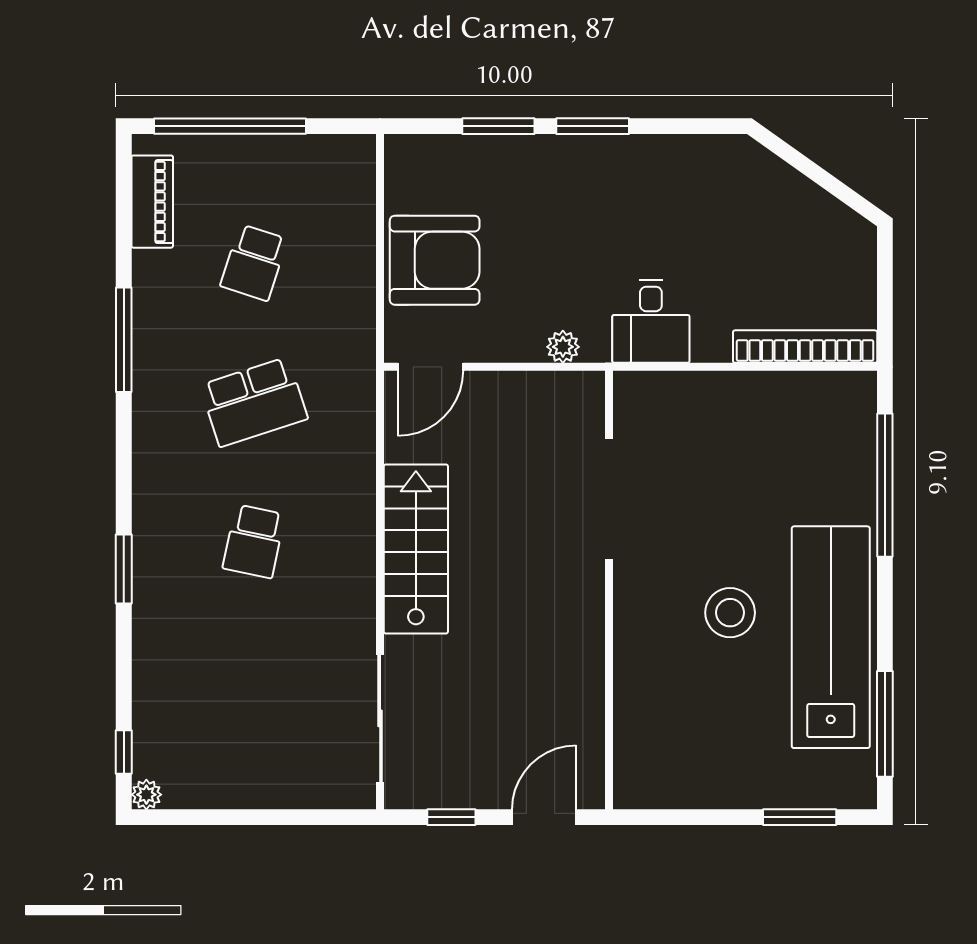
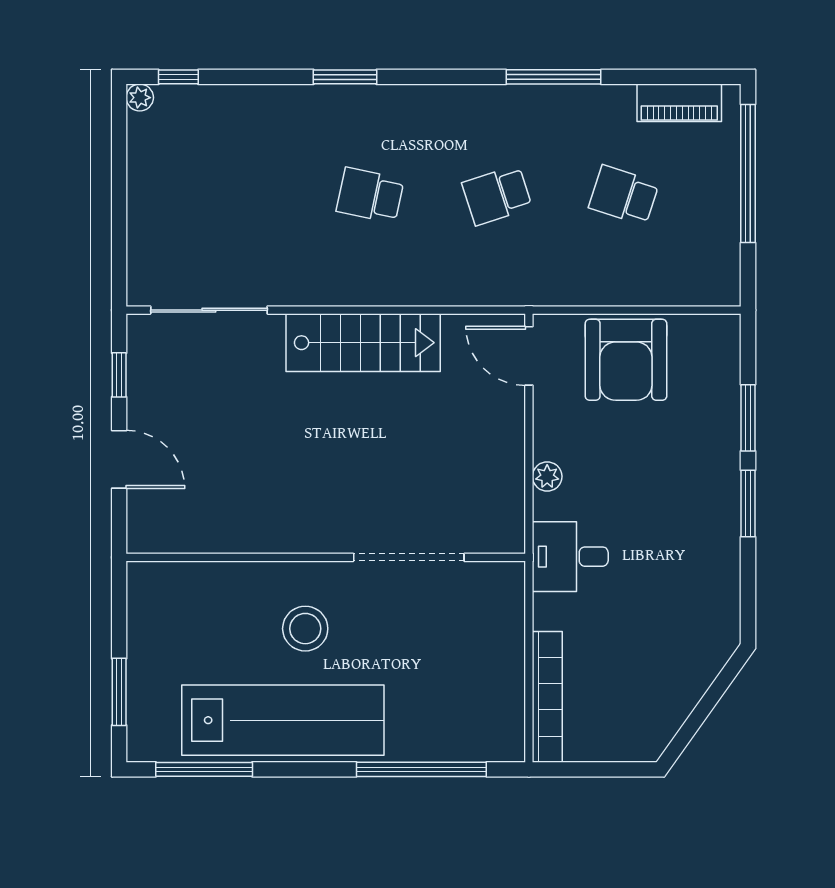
school desk: (254, 402) -> (497, 195), width x0.54
doorway: (609, 499) -> (409, 557), moved
wall: (609, 590) -> (326, 557), moved

